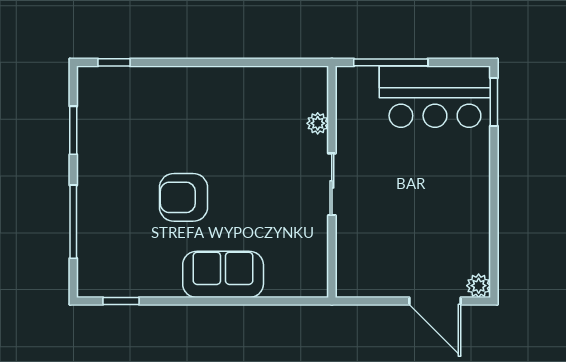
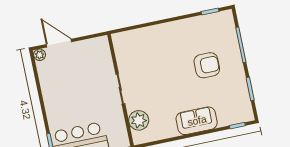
plant: (318, 123) -> (139, 120), width x1.88, depth x1.88
armchair: (183, 197) -> (207, 65), moved
sofa: (223, 274) -> (197, 121), moved, turned 180

